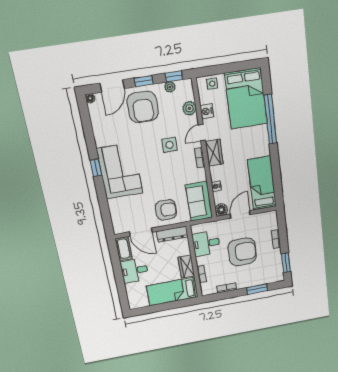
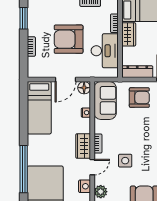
armchair: (166, 210) -> (139, 98), turned 180
desk: (206, 243) -> (105, 51), width x1.37

